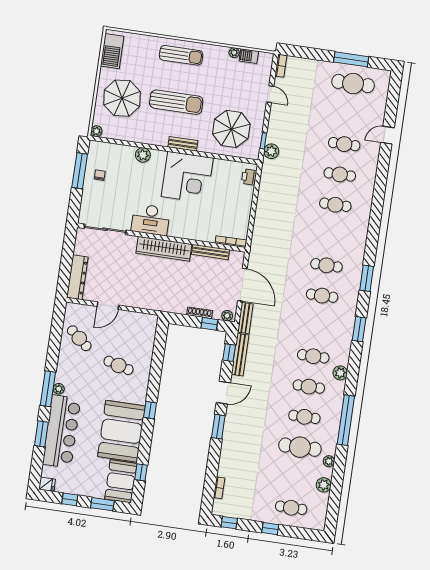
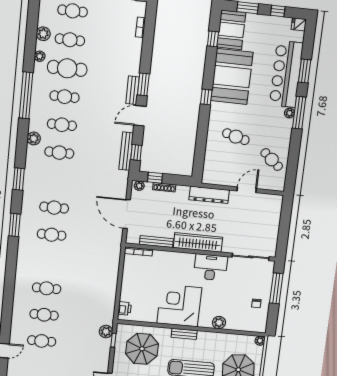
window: (80, 171) -> (276, 288), moved
dresser: (77, 277) -> (209, 195), moved, turned -90
bench: (245, 318) -> (132, 90), moved
cafe table: (296, 477) -> (70, 40), added

